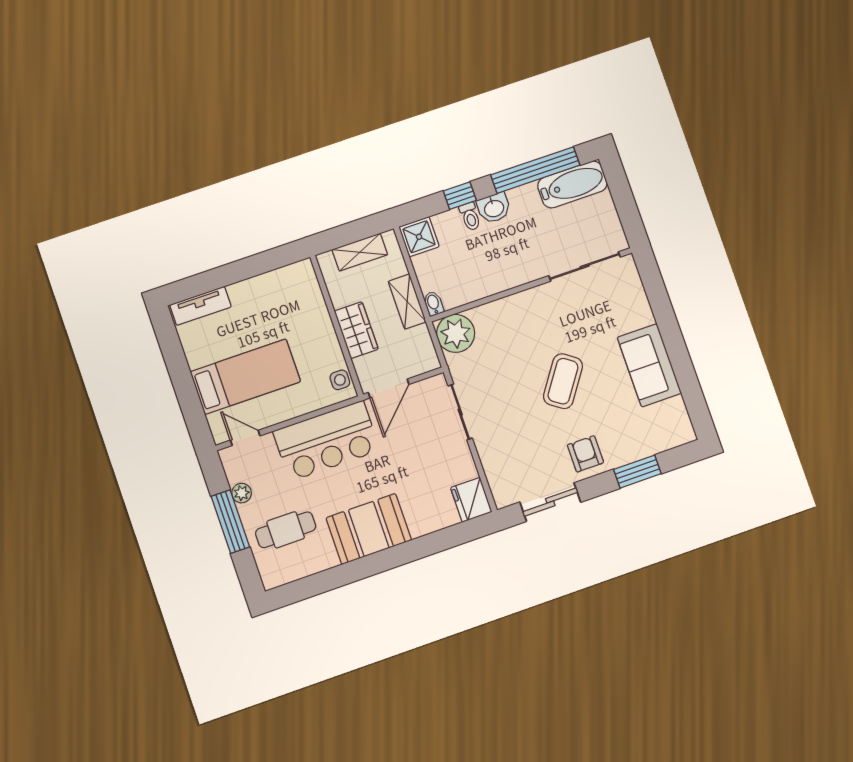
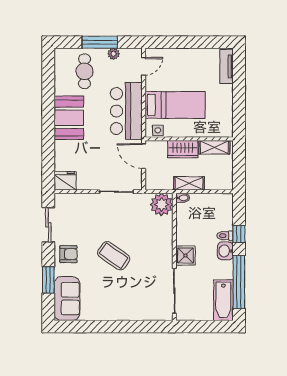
shower: (419, 237) -> (185, 256), moved
shelving: (360, 252) -> (214, 147), moved, turned 90
sofa: (649, 365) -> (67, 299), moved, turned 90
bed: (245, 377) -> (175, 105), moved, turned -90

